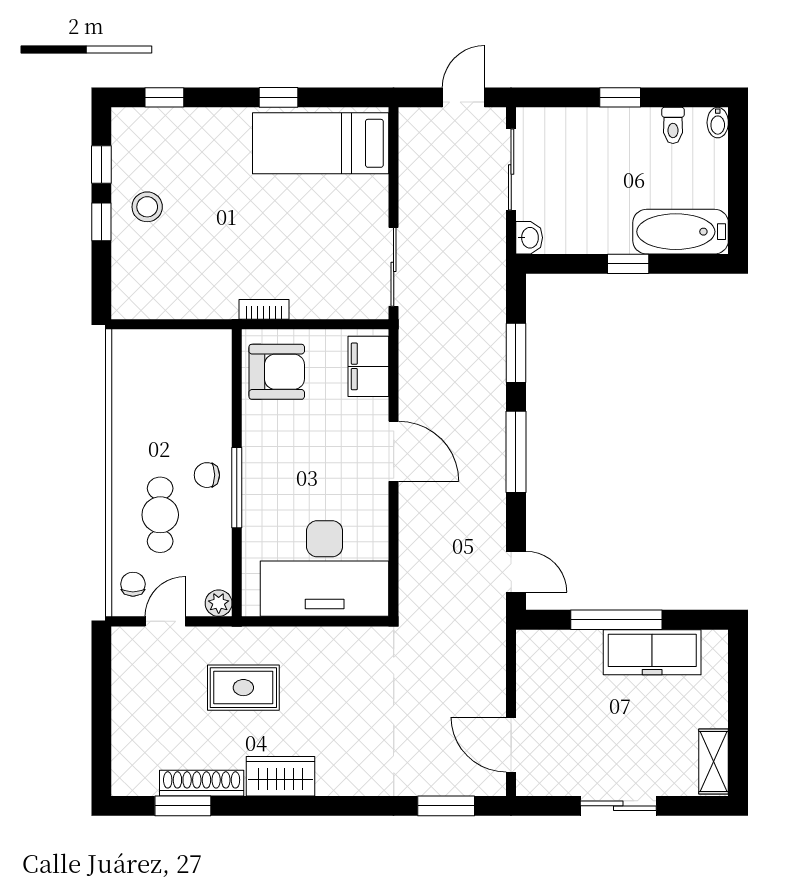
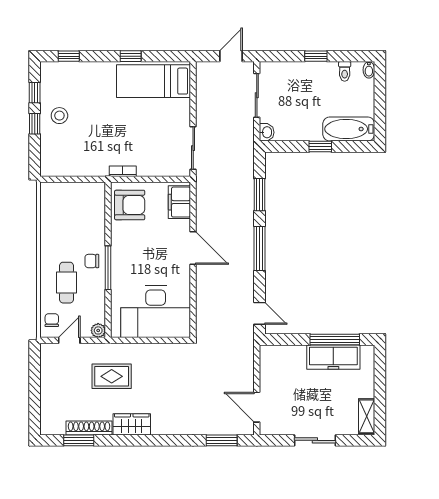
window: (616, 620) -> (335, 339), moved

